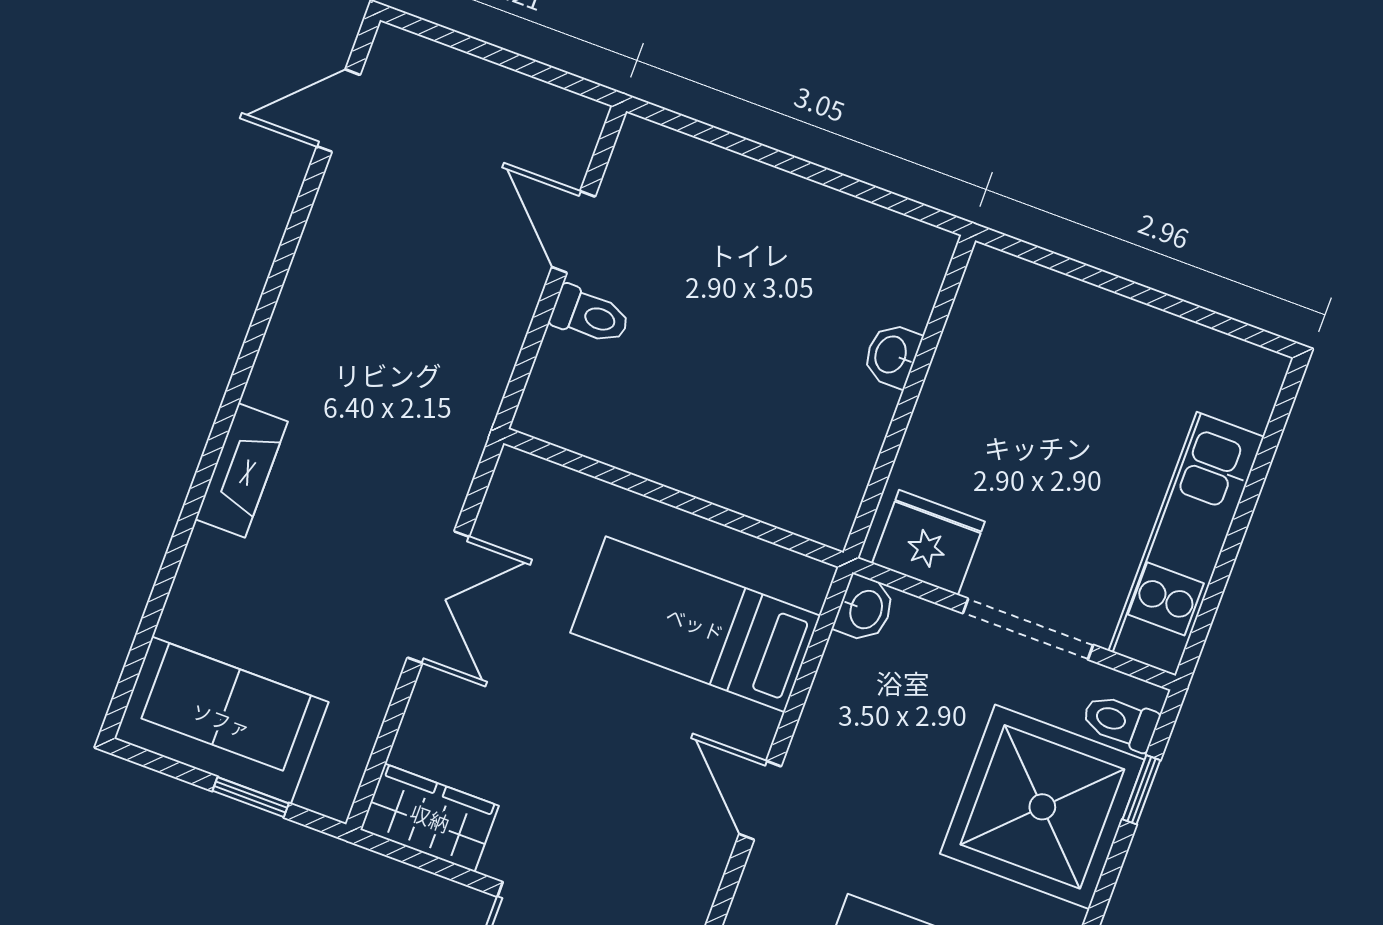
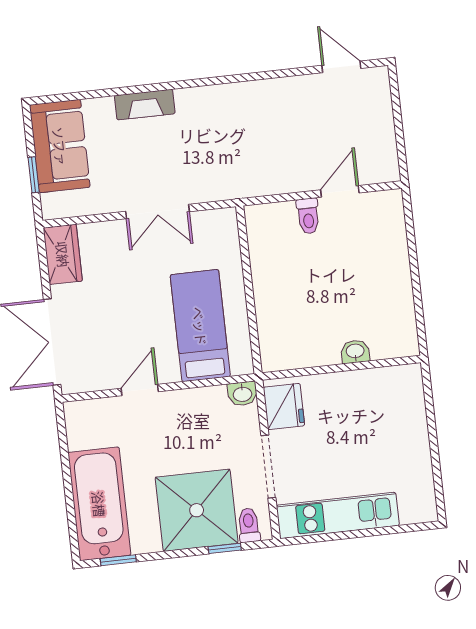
fireplace: (242, 470) -> (145, 105), moved

